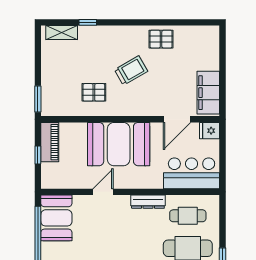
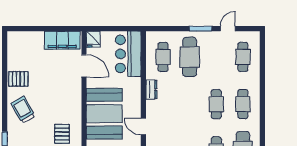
pallet: (161, 39) -> (18, 79), turned 90
trolley: (131, 70) -> (23, 110), moved
dresser: (148, 202) -> (151, 90), width x0.70

